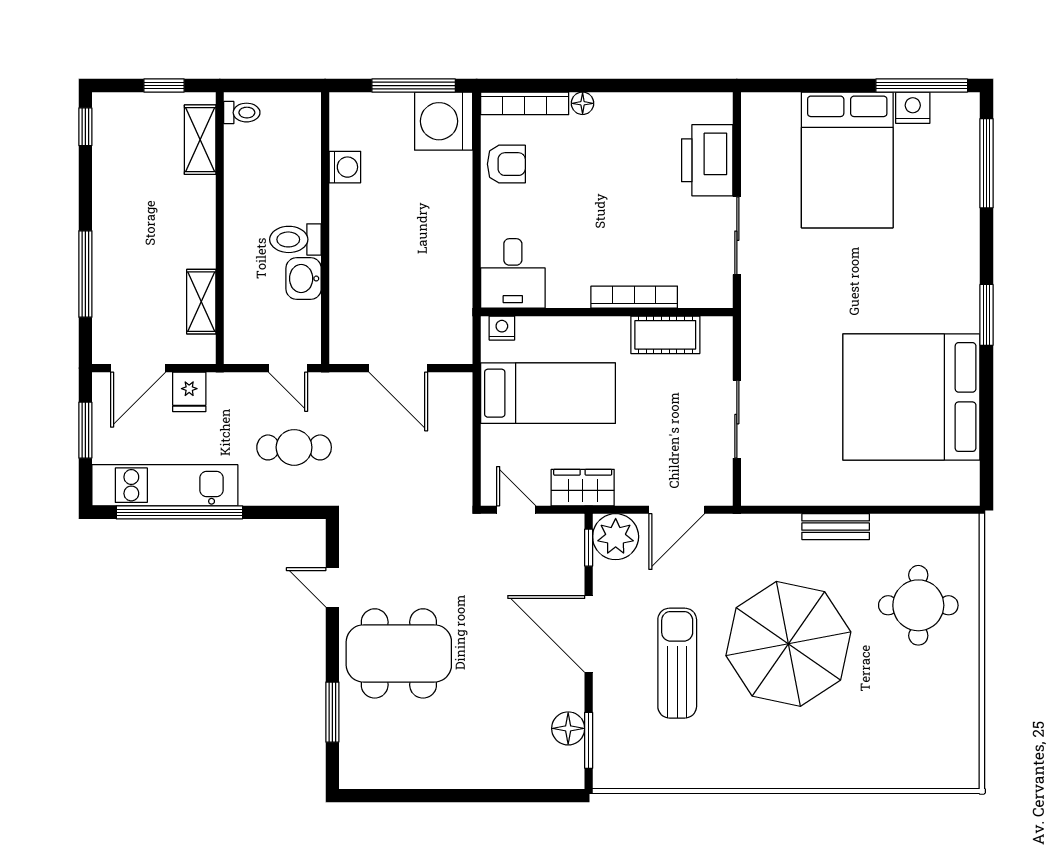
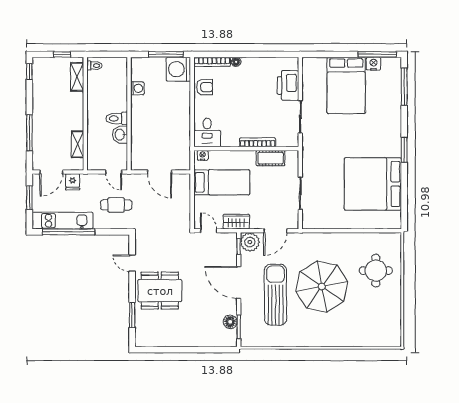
bench: (836, 527) -> (341, 238), removed
sun lounger: (677, 663) -> (275, 295), width x1.36, depth x1.34

